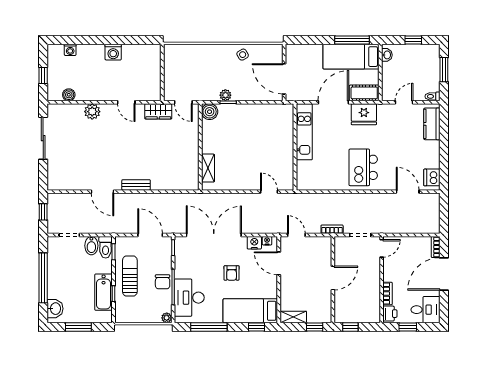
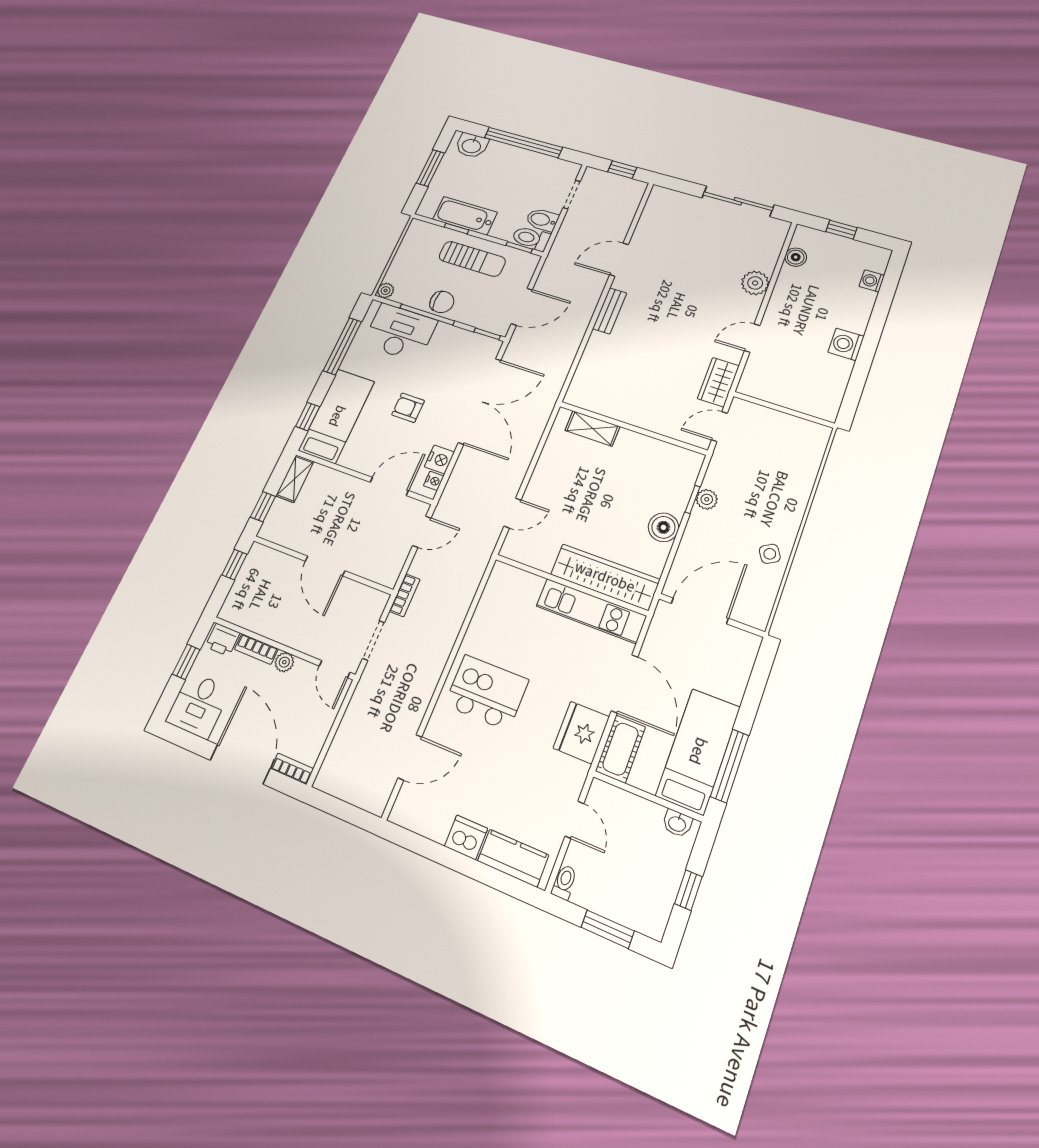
boiler: (210, 112) -> (663, 527), moved
wardrobe: (285, 131) -> (605, 577), added
dishwasher: (432, 177) -> (466, 837), moved
plant: (388, 276) -> (284, 662), added
chair: (163, 282) -> (442, 302), turned 180

